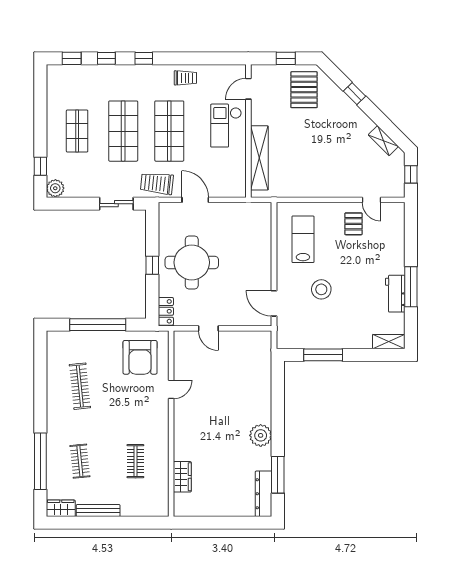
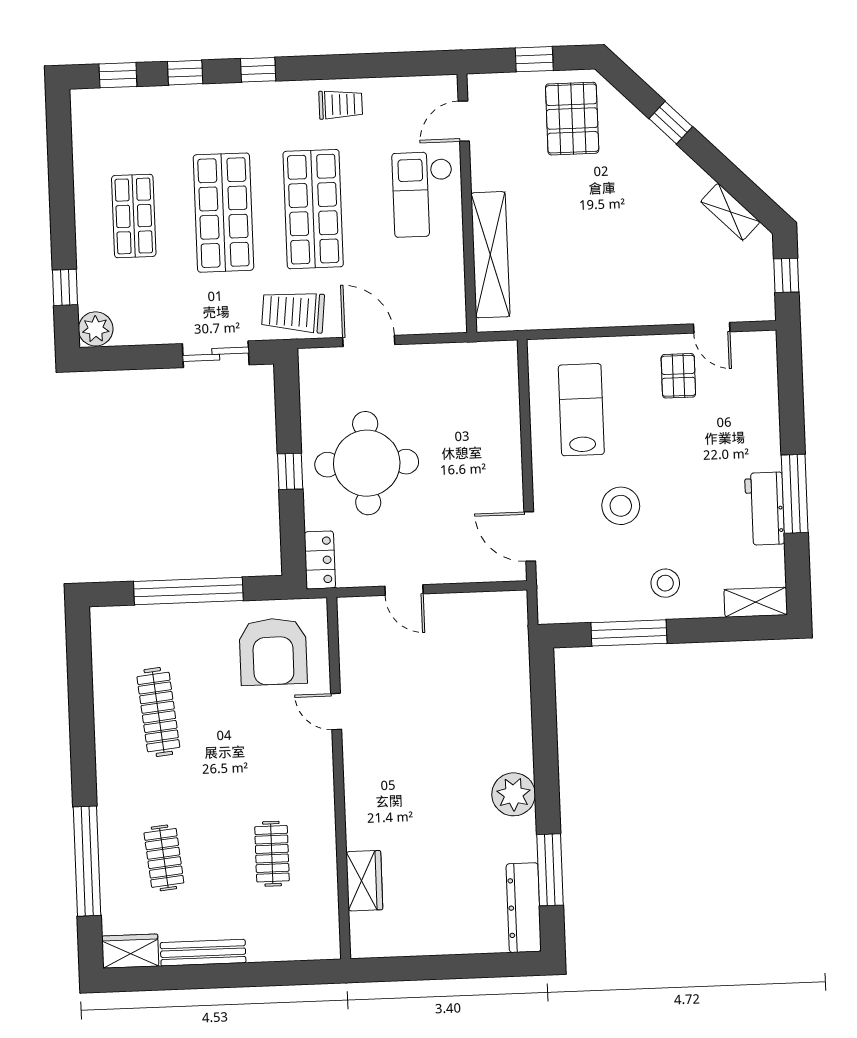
stool: (343, 330) -> (665, 583), added
door: (171, 389) -> (336, 711), swing flipped

